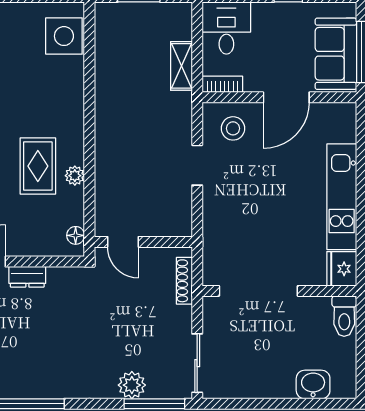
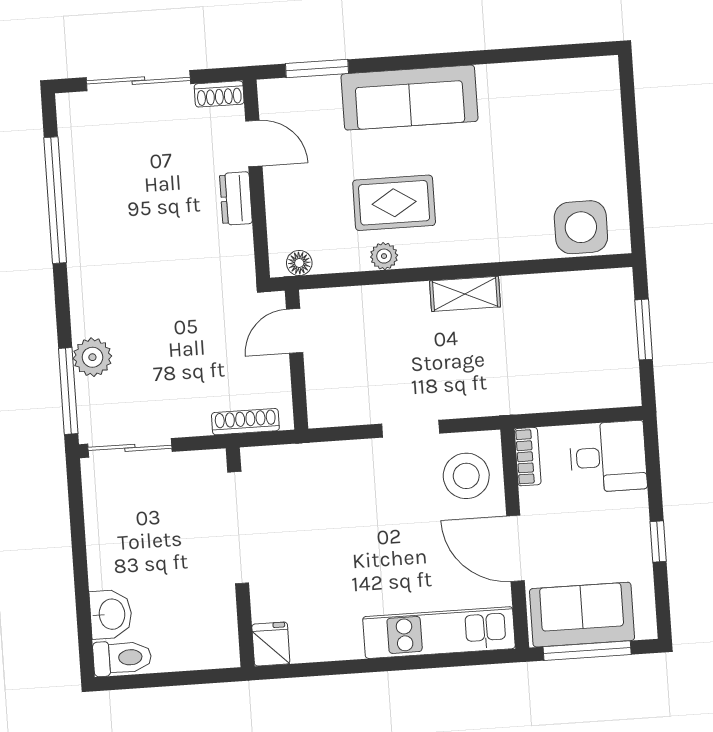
shelving: (181, 66) -> (465, 294), moved
stool: (233, 128) -> (466, 476), width x1.38, depth x1.38
kitchen unit: (342, 197) -> (439, 633), moved
fridge: (342, 269) -> (271, 644), width x0.72
toilet: (344, 316) -> (122, 658), moved, turned 180

